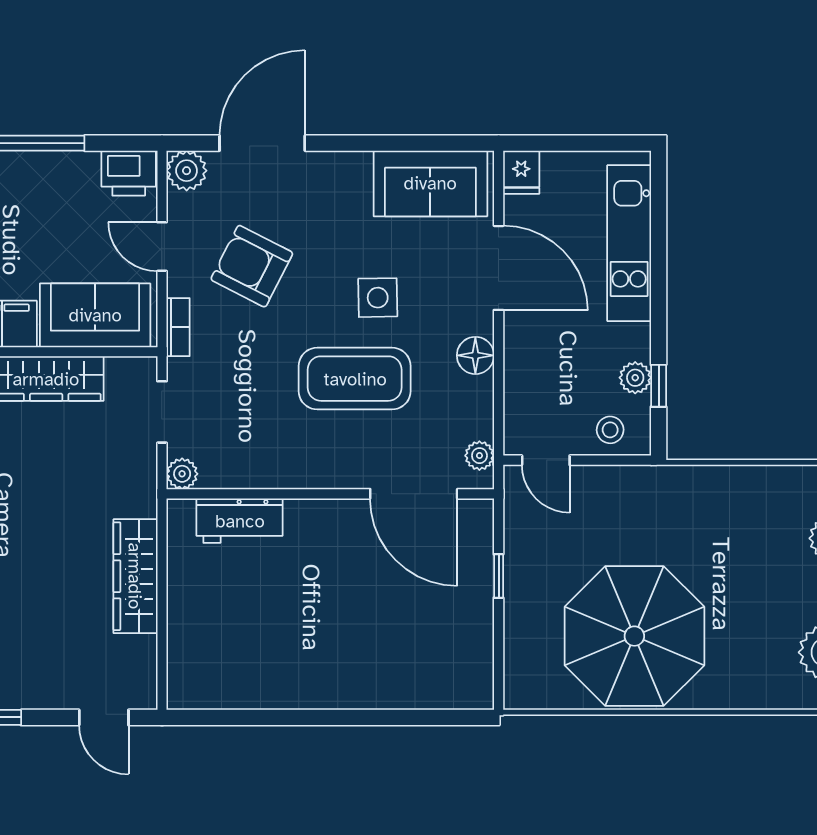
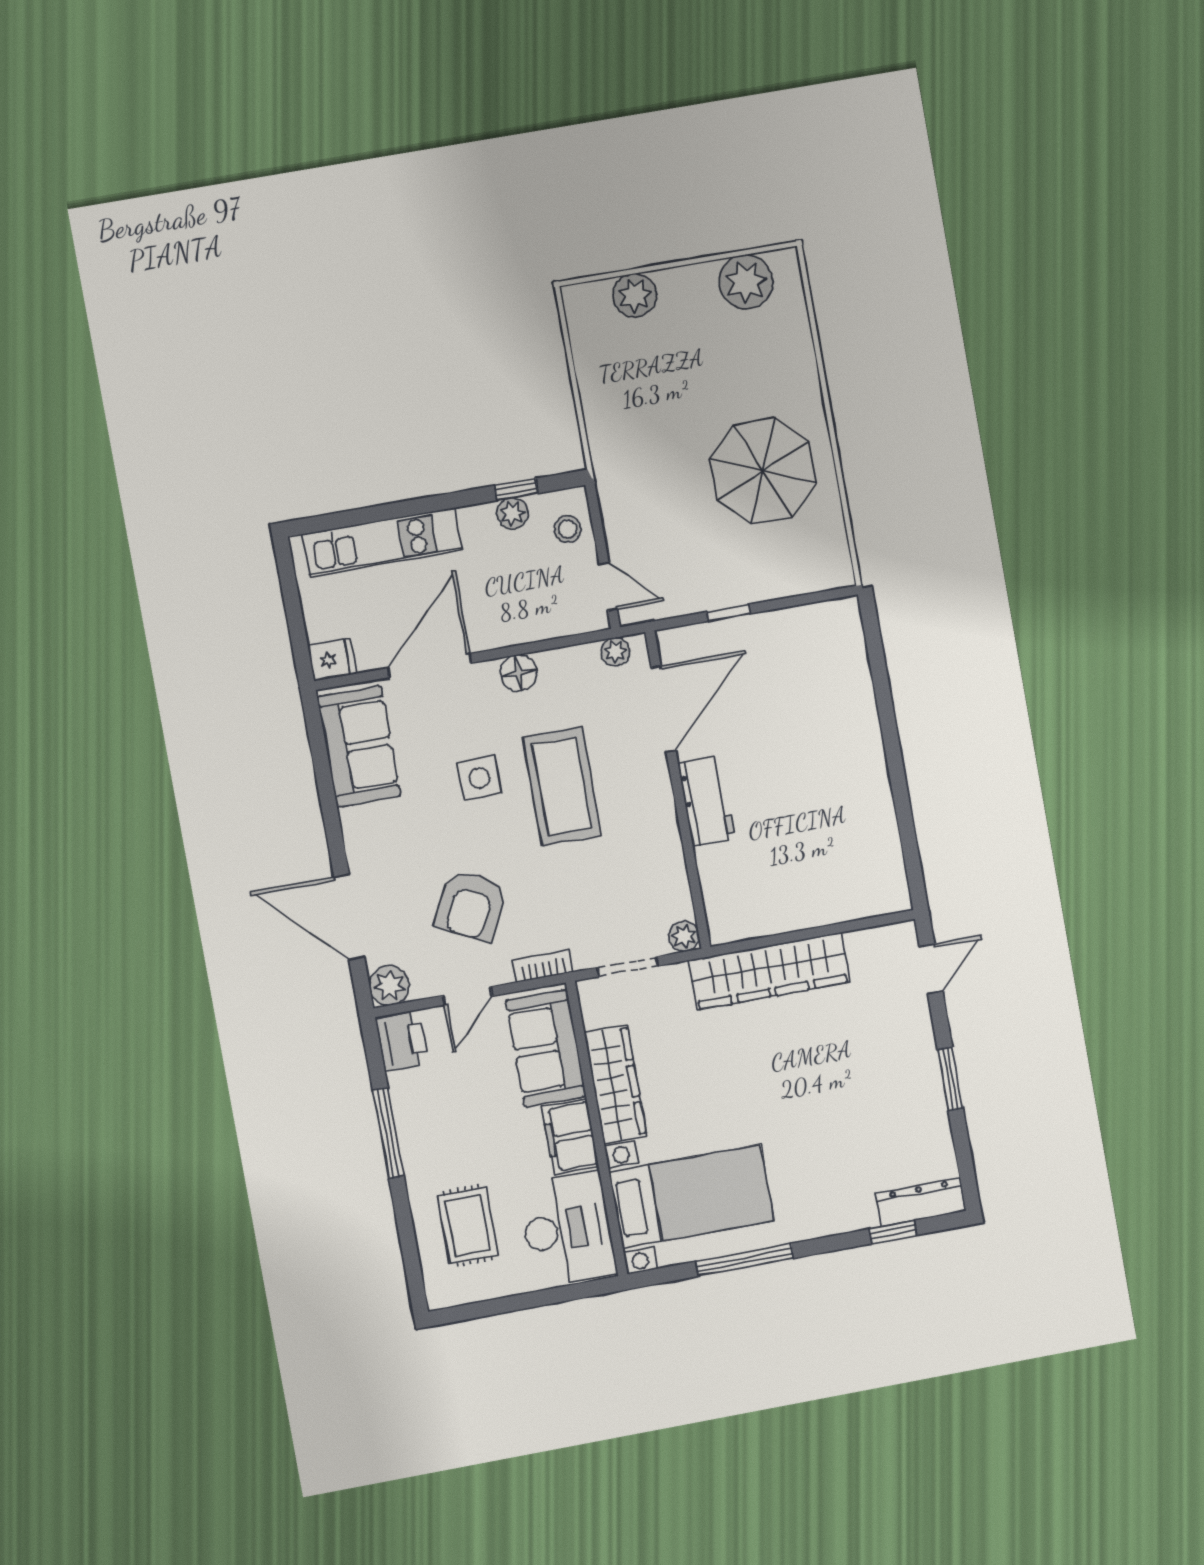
door: (546, 460) -> (608, 587), hinge flipped
workbench: (240, 521) -> (707, 801), moved
wardrobe: (135, 576) -> (769, 971), width x1.40, depth x1.17
parasol: (634, 636) -> (763, 471), width x0.73, depth x0.73

